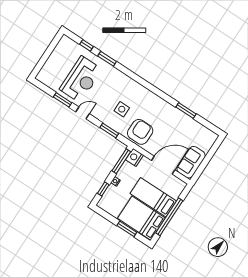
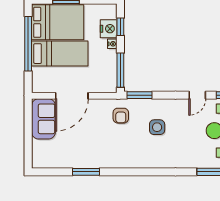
window: (109, 130) -> (139, 95), moved
armchair: (140, 132) -> (121, 116), width x0.53, depth x0.53
nightstand: (135, 157) -> (109, 29), moved

